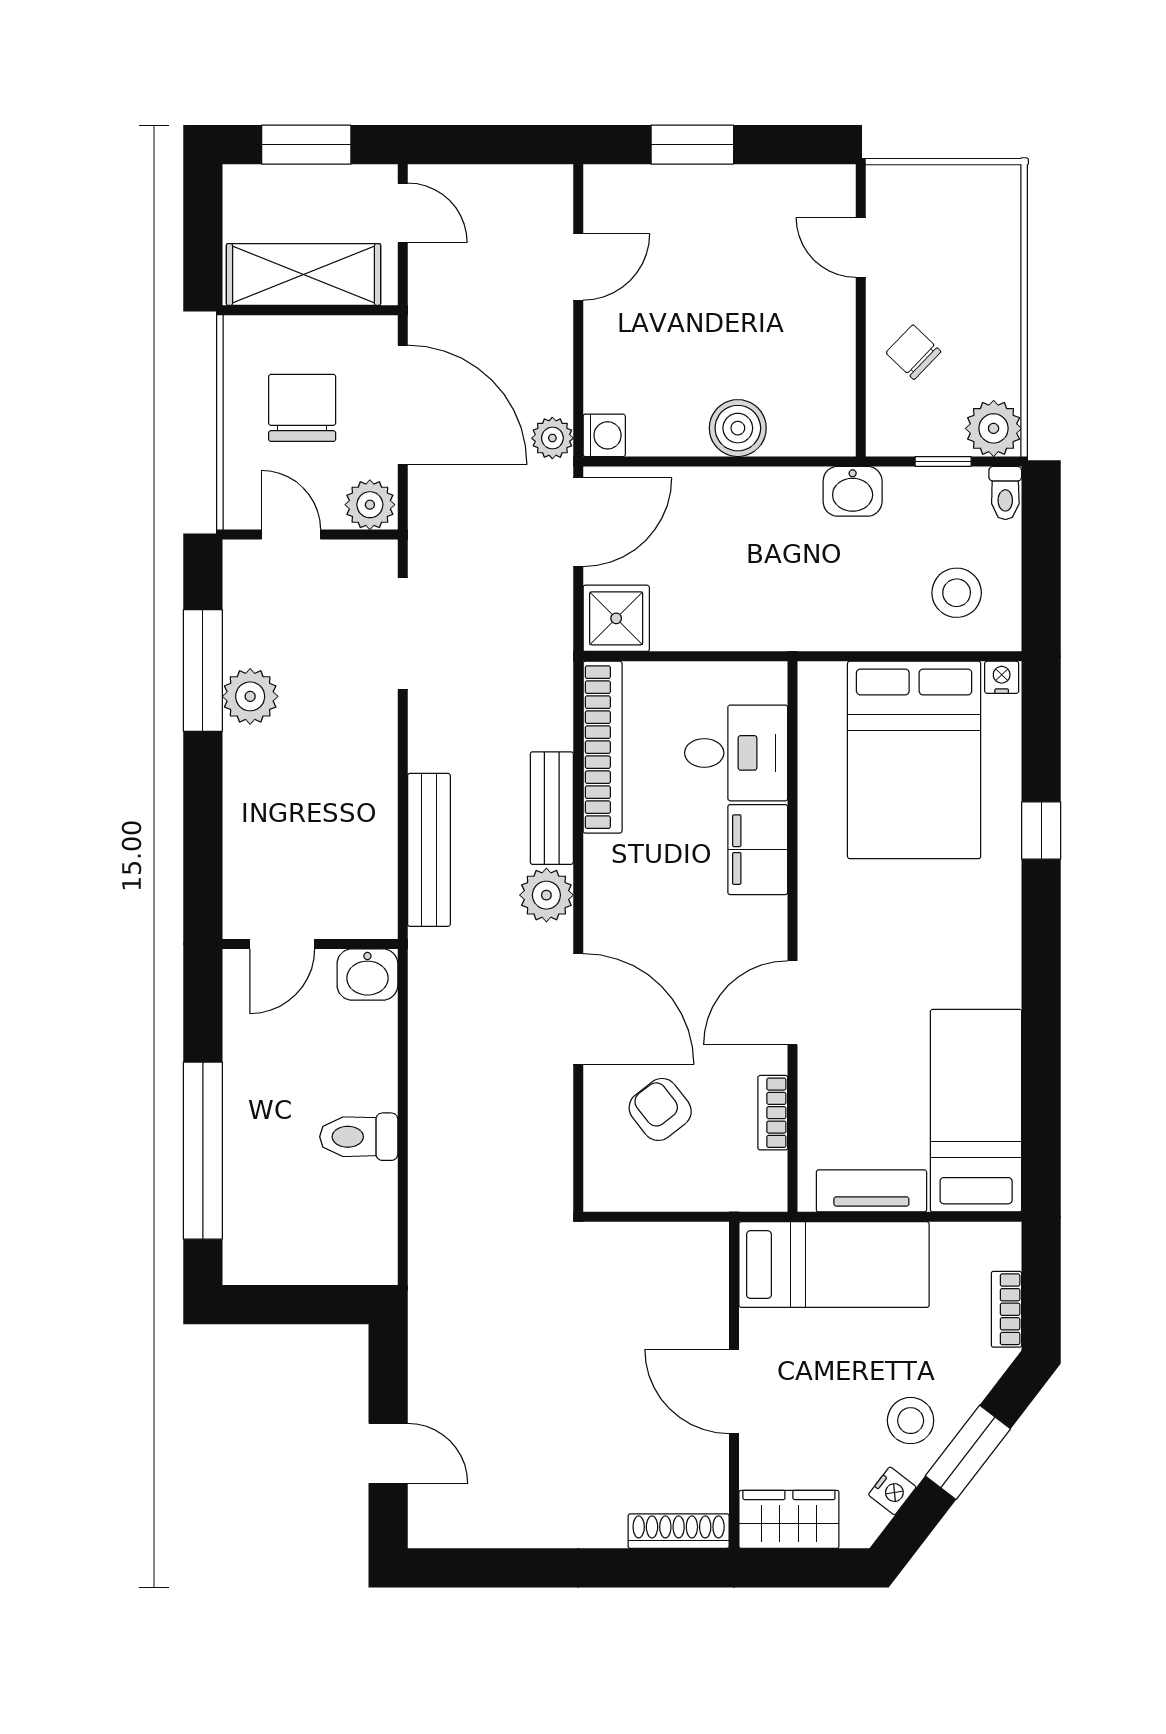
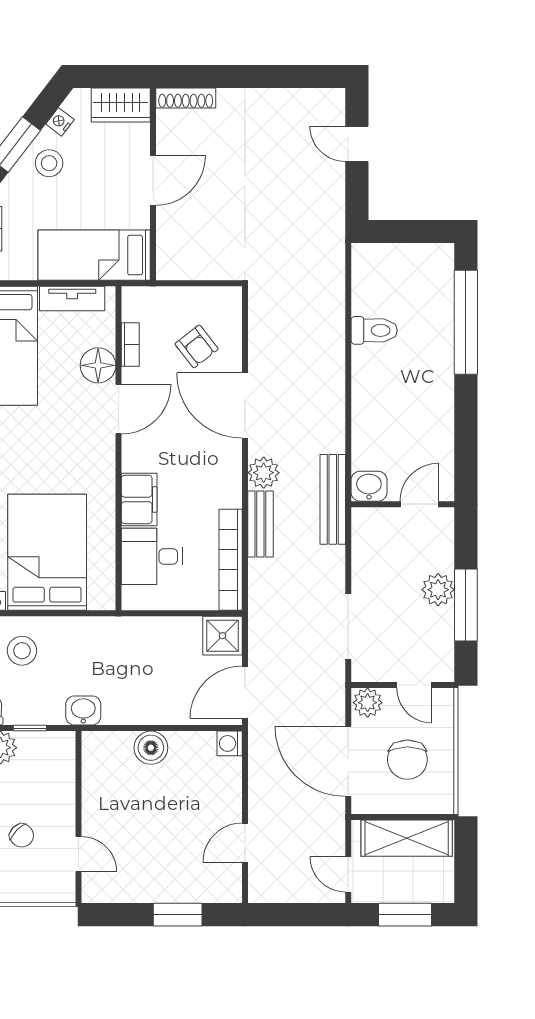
chair: (914, 352) -> (22, 835), moved
plant: (552, 438) -> (260, 742), removed
door: (282, 944) -> (419, 504), moved
wall: (310, 944) -> (403, 504), moved
washbasin: (367, 975) -> (369, 486), moved
floor lamp: (828, 1077) -> (98, 365), added
door: (734, 1391) -> (153, 180), hinge flipped

